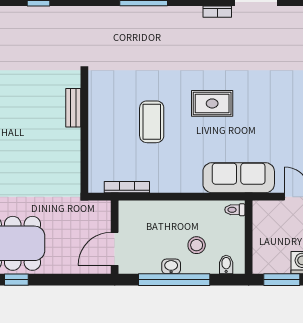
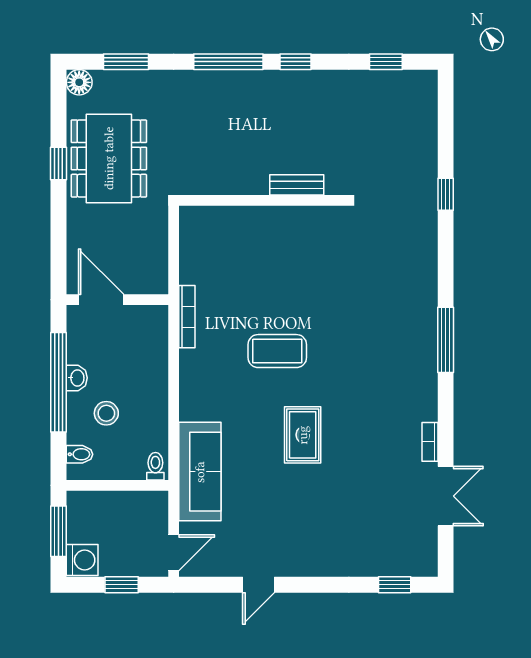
bench: (73, 108) -> (297, 185), moved
wall: (84, 133) -> (261, 200), moved

